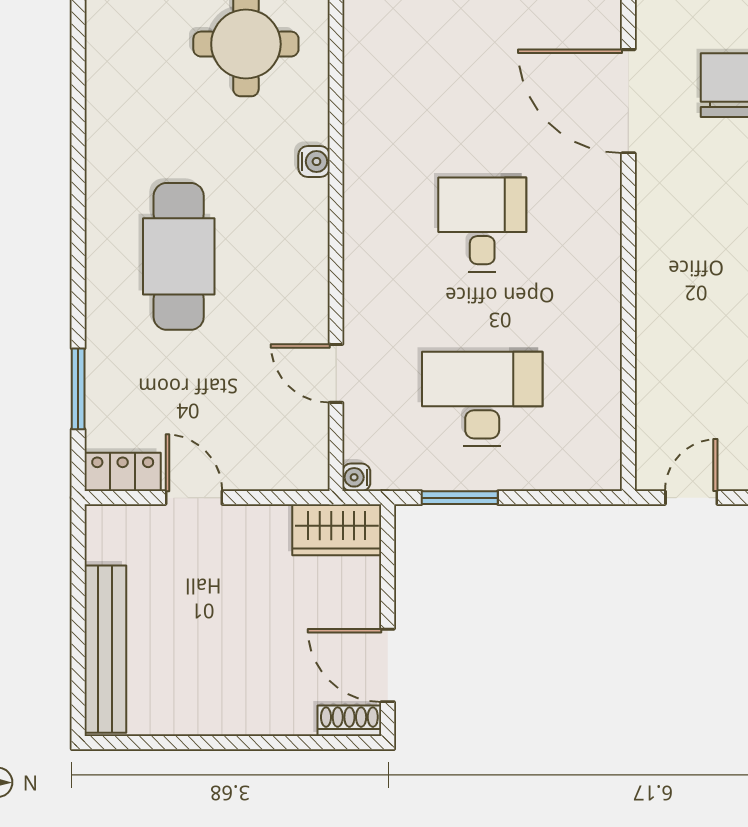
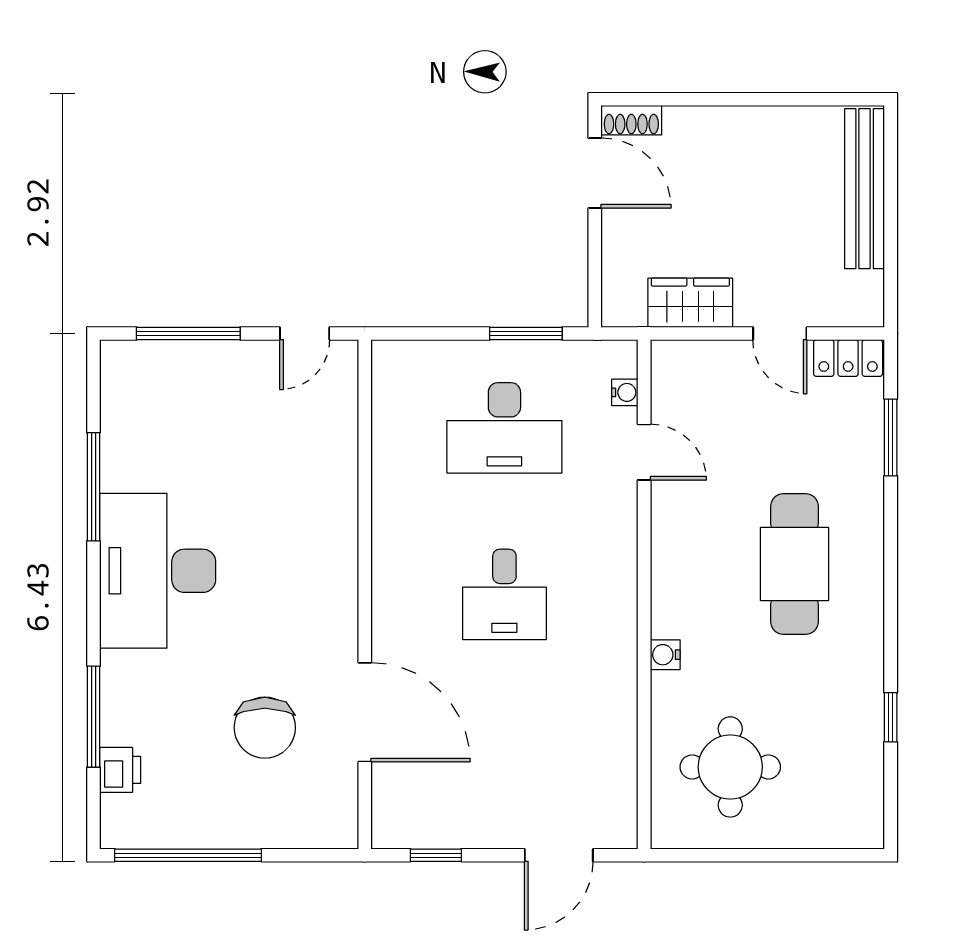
window: (78, 96) -> (891, 717), added
water cooler: (356, 477) -> (625, 392), moved
wardrobe: (337, 530) -> (690, 303), moved

